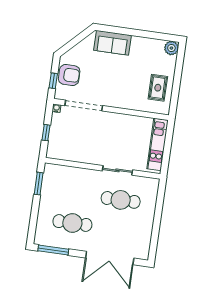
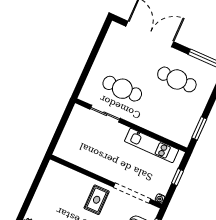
rug: (158, 88) -> (97, 200), moved
kitchen unit: (158, 144) -> (152, 145), moved, turned 90
sliding door: (117, 170) -> (105, 114), moved

